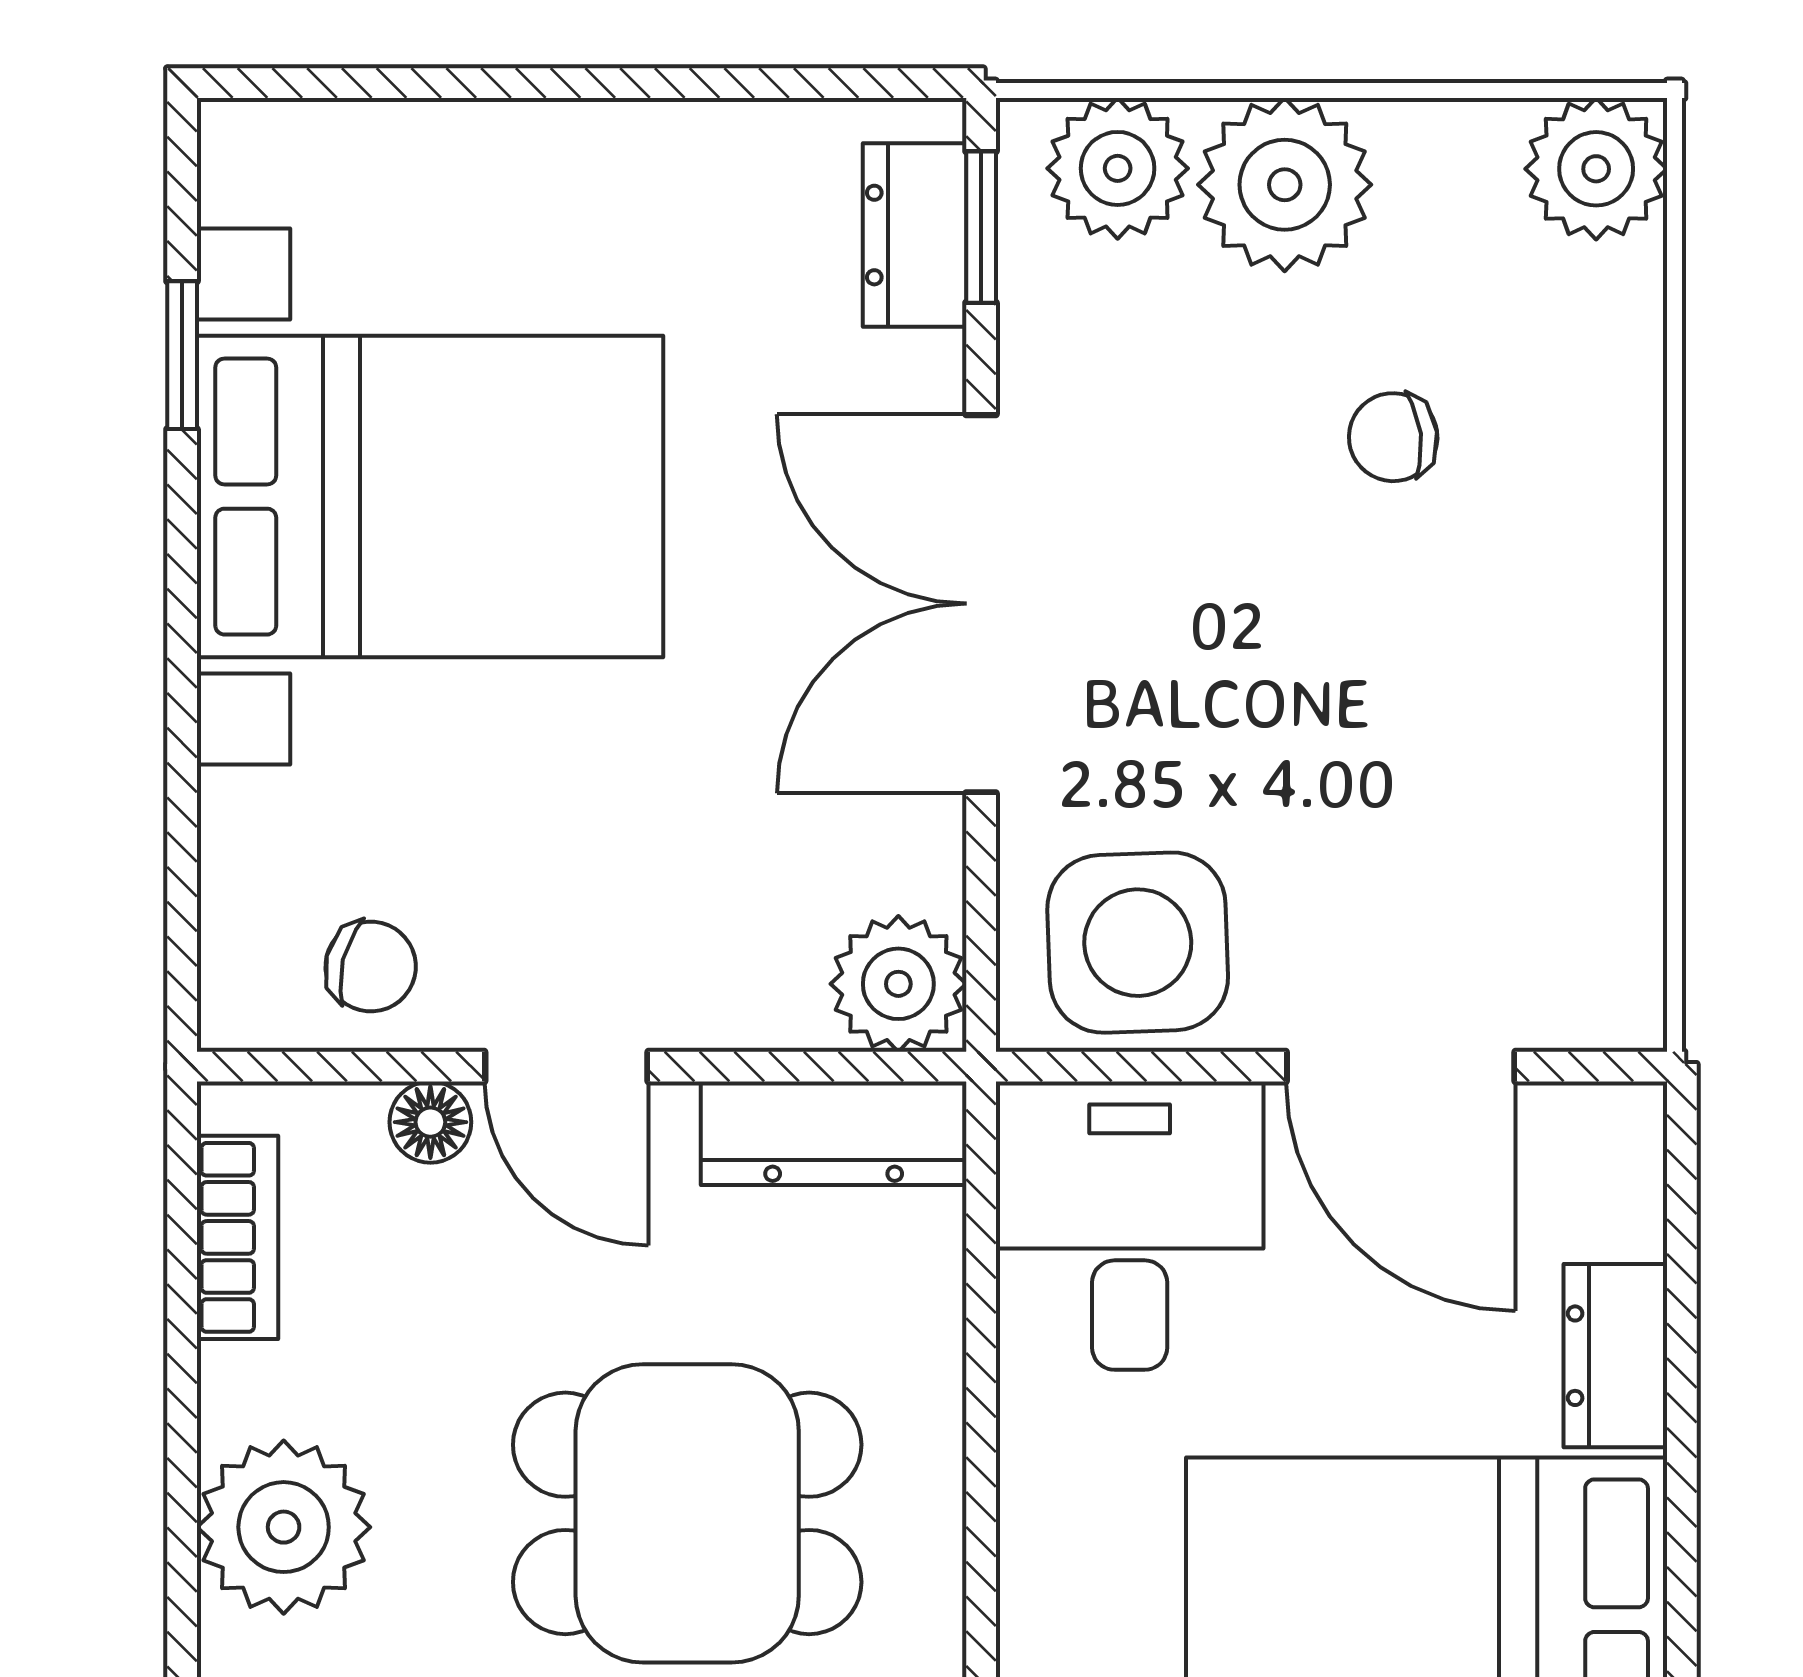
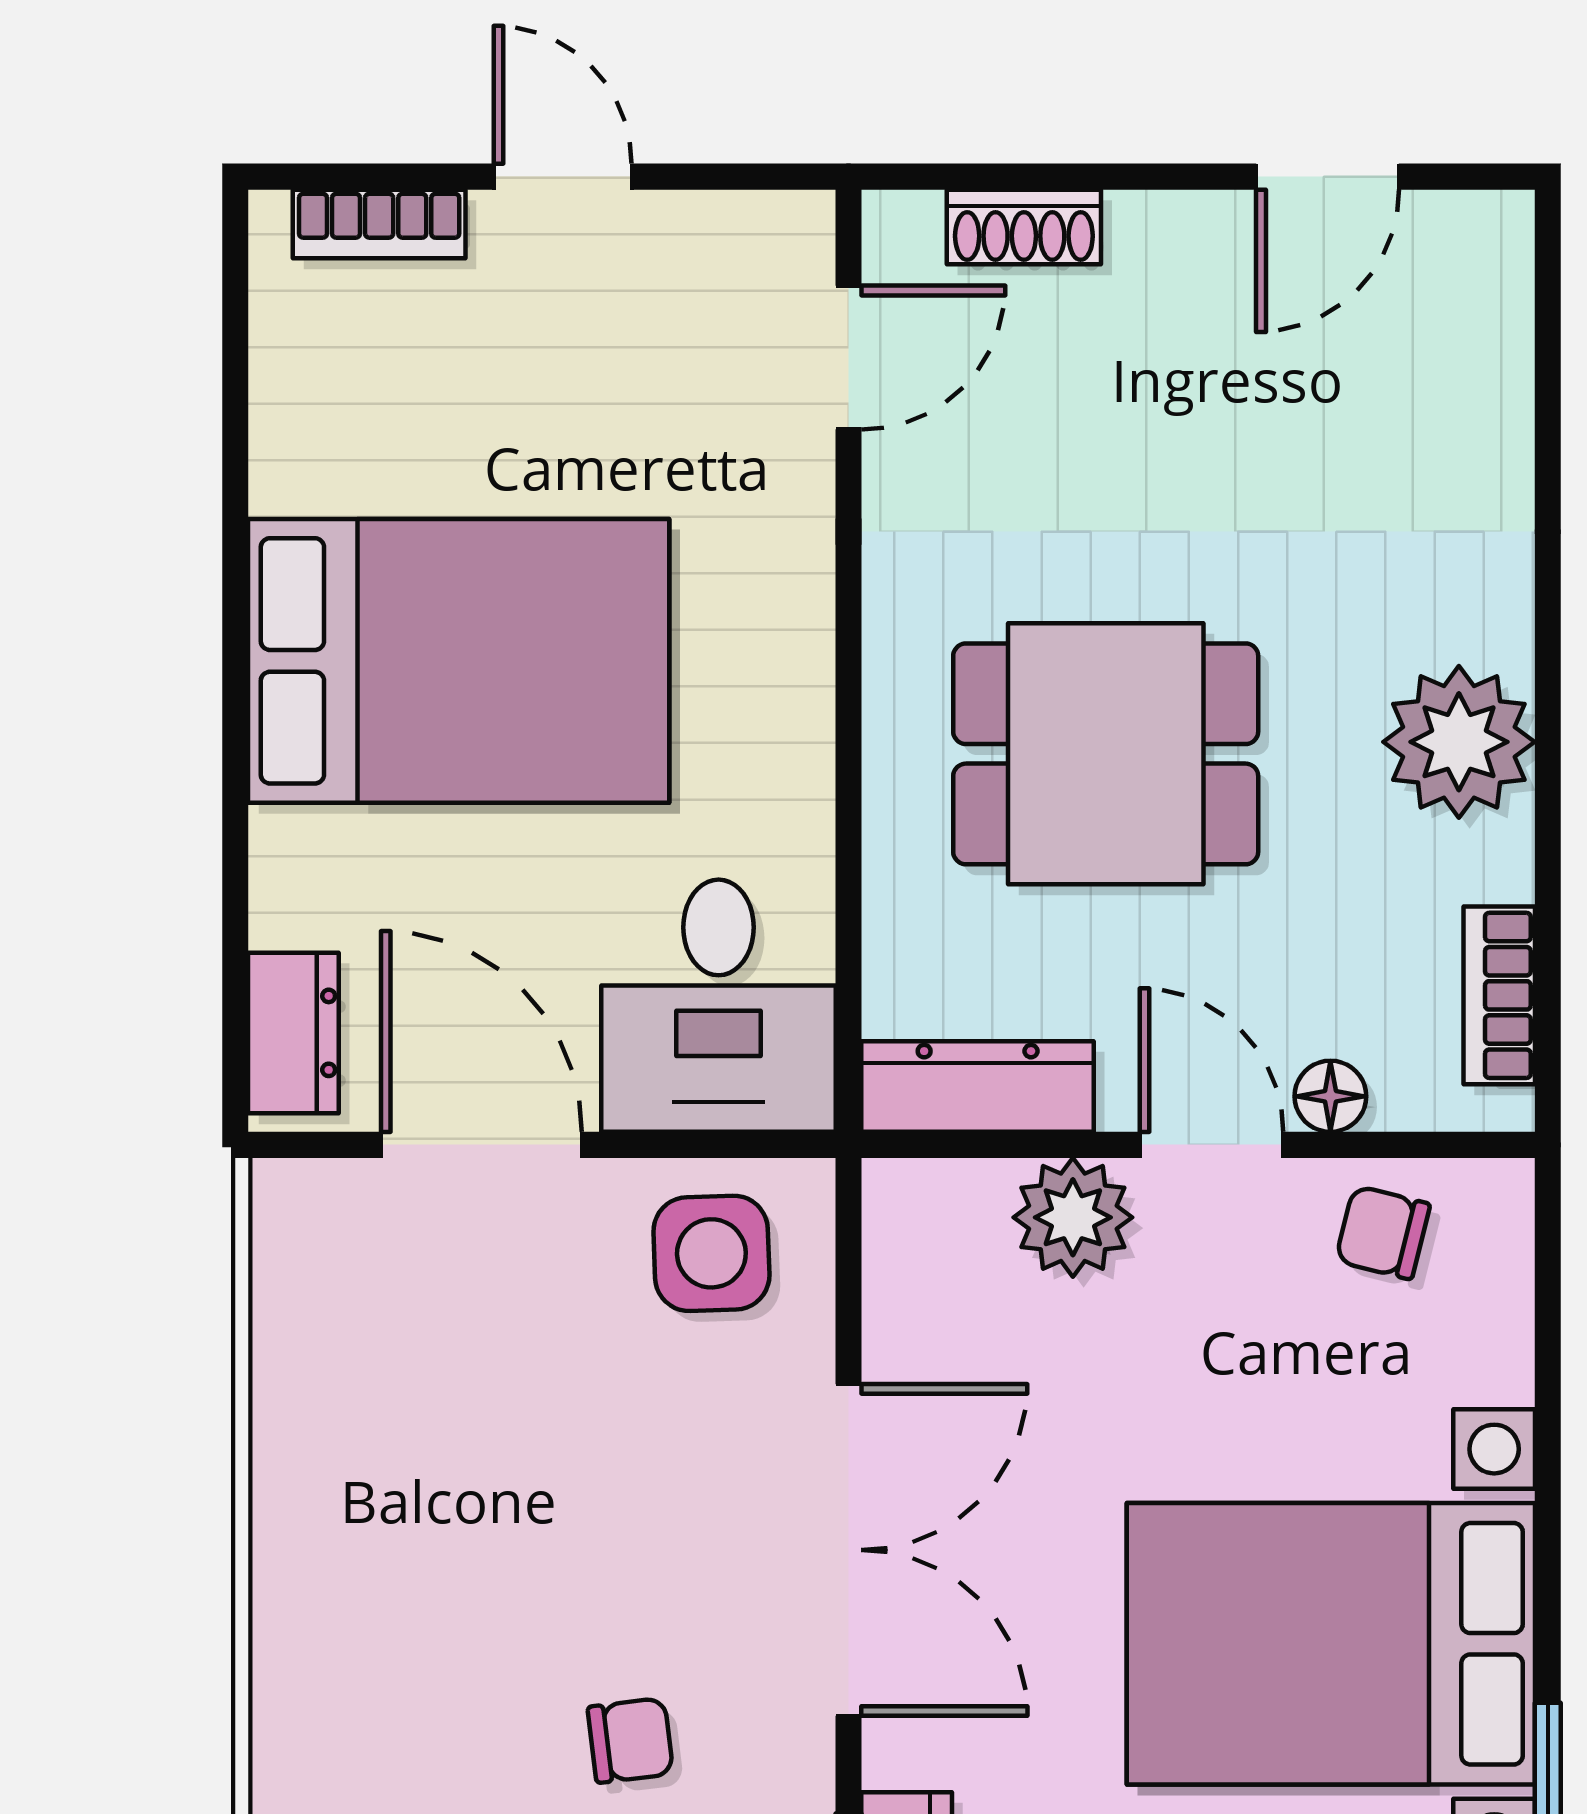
chair: (1393, 437) -> (630, 1740), moved
side table: (1138, 943) -> (711, 1253), width x0.73, depth x0.73
plant: (898, 984) -> (1073, 1217), moved
dresser: (1615, 1356) -> (293, 1033), moved

